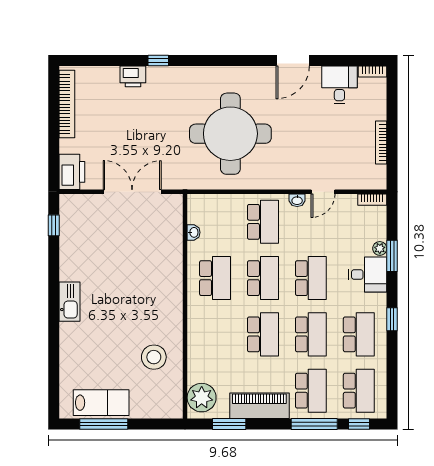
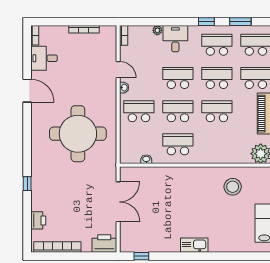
printer: (133, 76) -> (38, 220), moved
double door: (132, 192) -> (118, 202), swing flipped
window: (392, 256) -> (240, 22), moved

